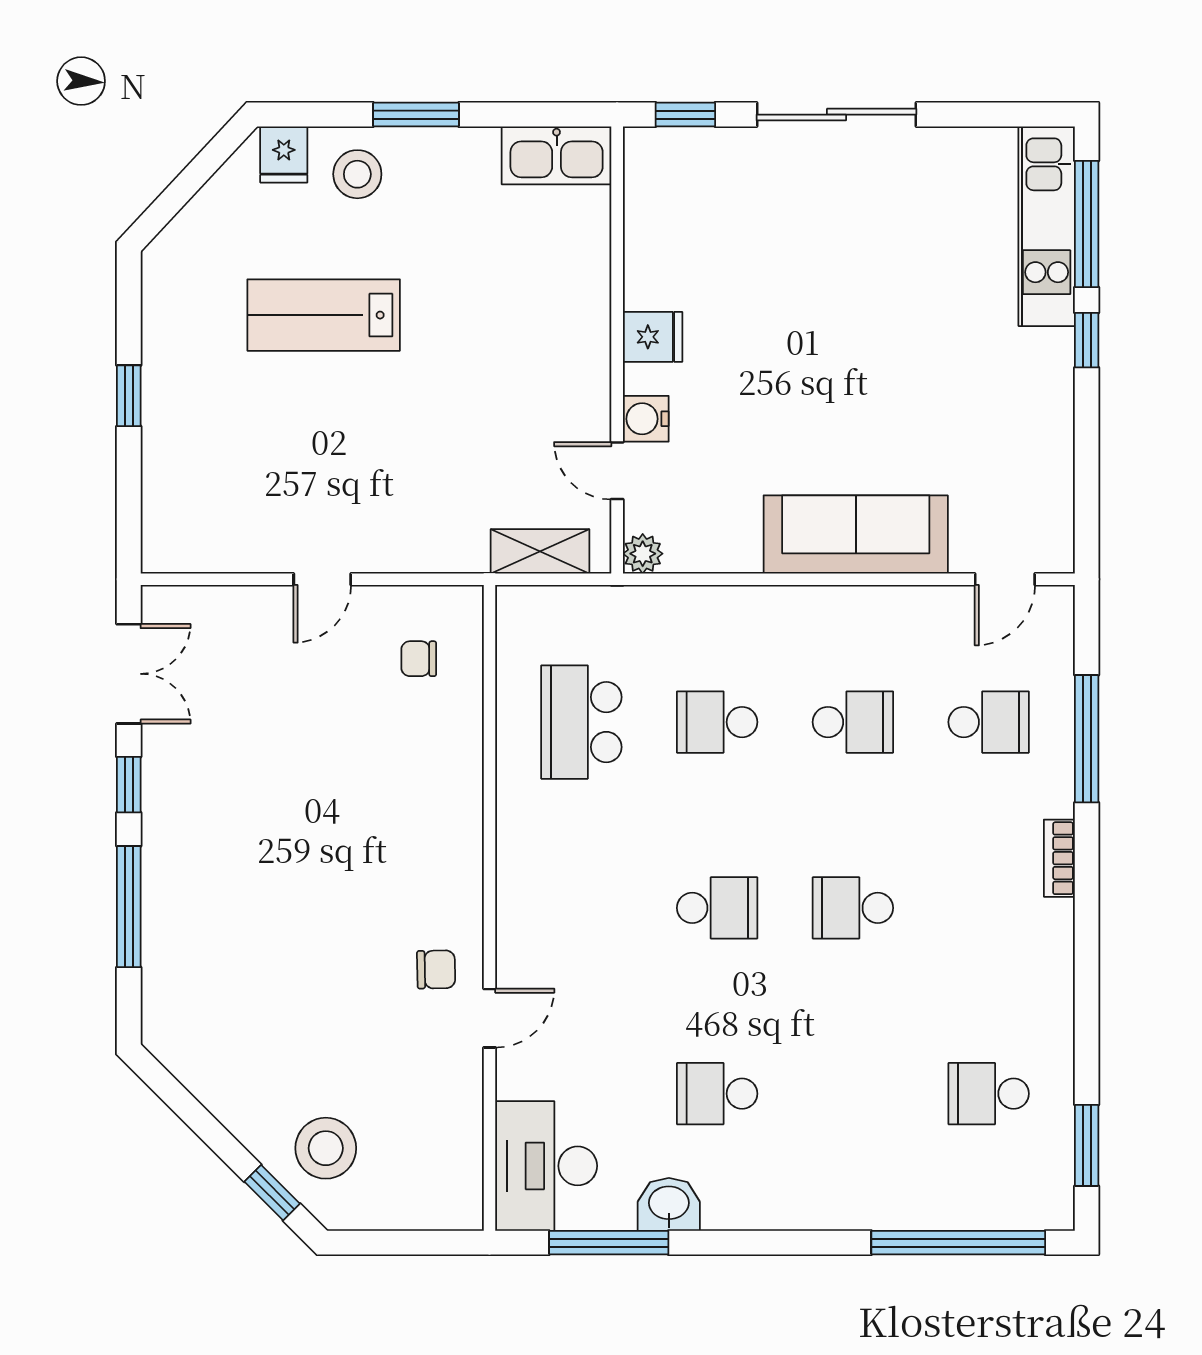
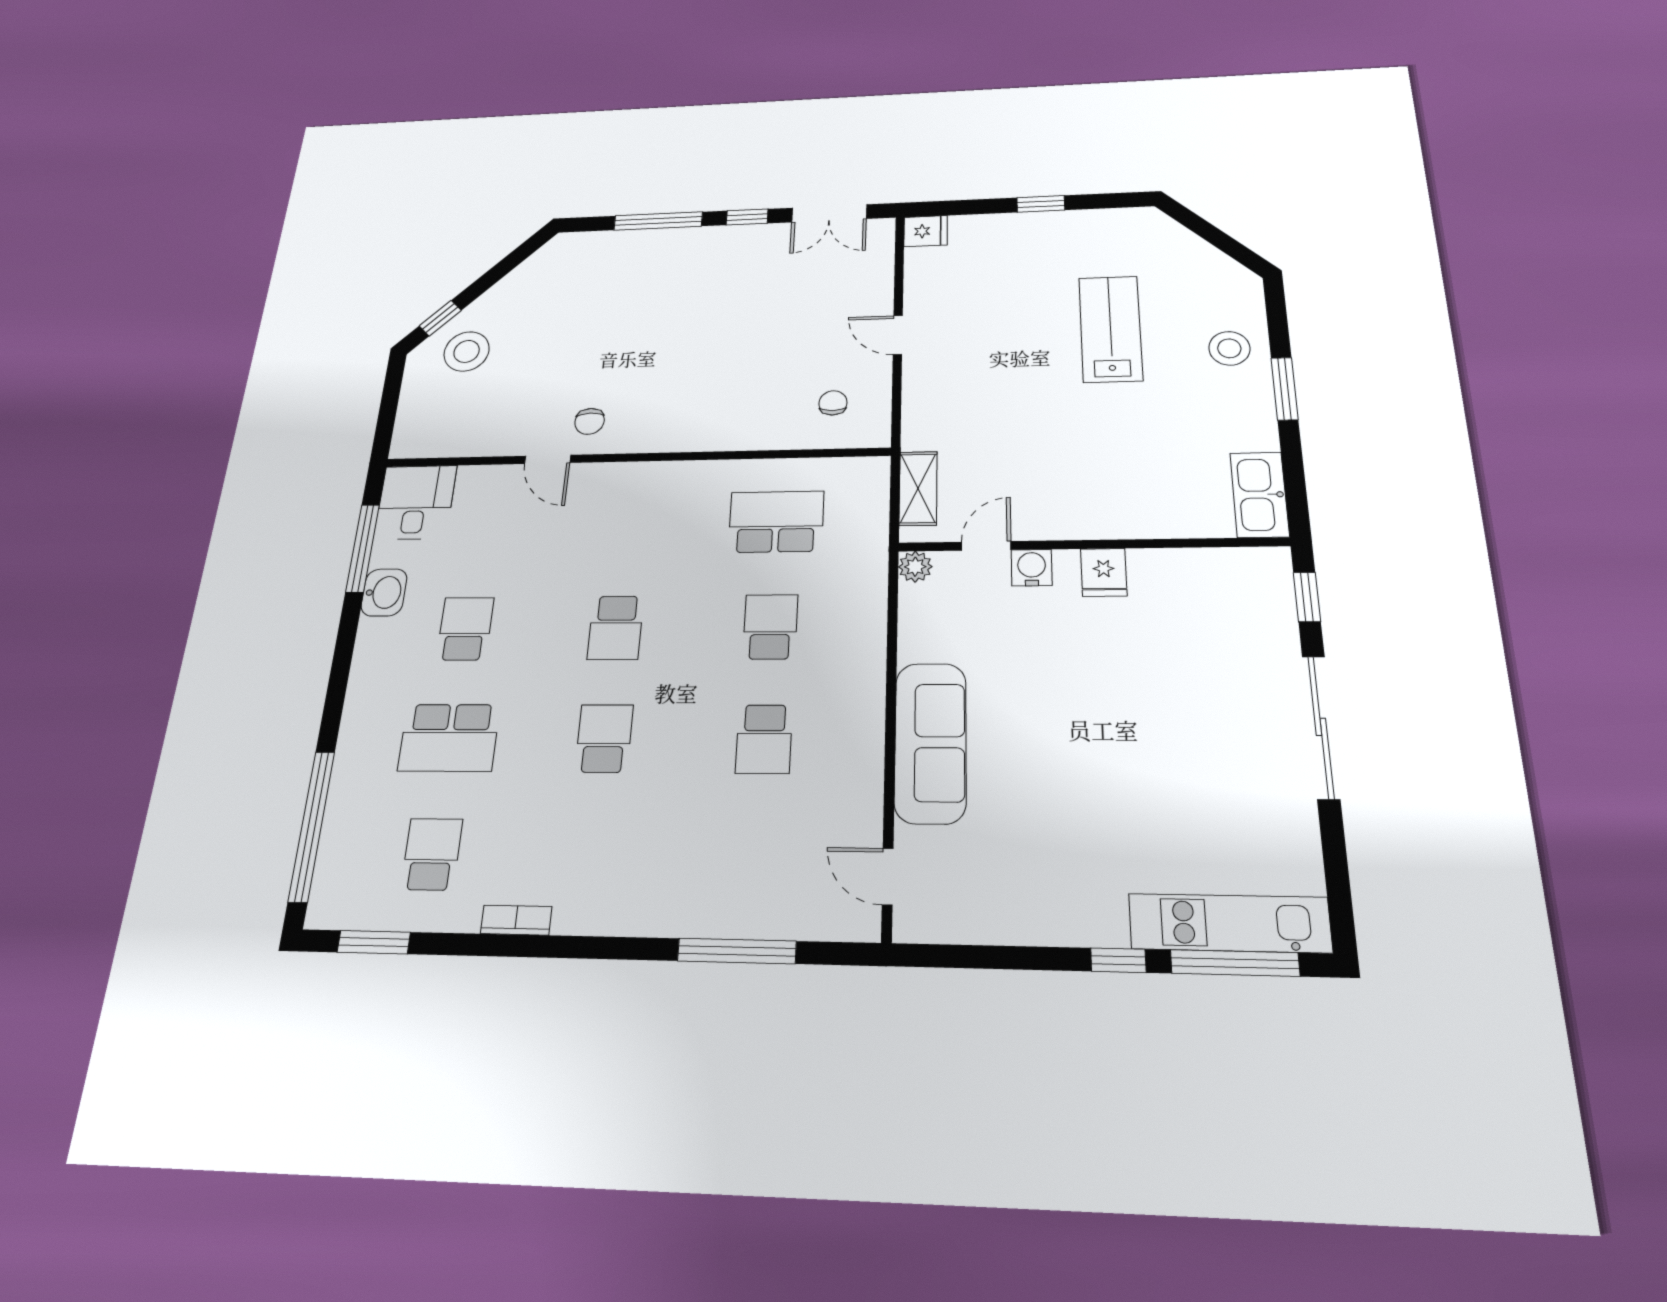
fridge: (284, 154) -> (926, 231), moved, turned 180
school desk: (989, 722) -> (449, 738), moved, width x1.85
bookcase: (1059, 858) -> (516, 920), moved
desk: (546, 1166) -> (415, 502), width x0.73

